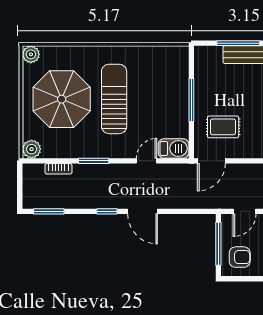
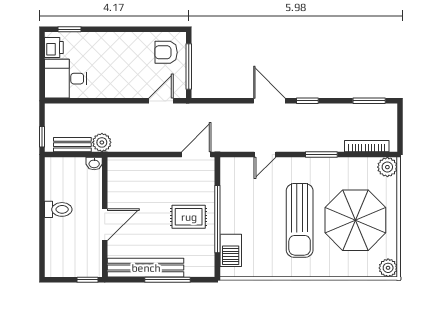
window: (191, 100) -> (217, 219), width x1.46
rug: (223, 127) -> (189, 217), moved
barbecue: (174, 148) -> (231, 250), moved, turned -90
bookcase: (58, 169) -> (367, 146), width x1.56

